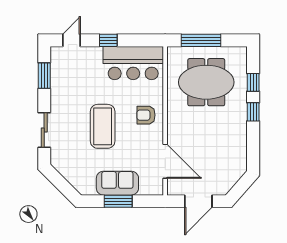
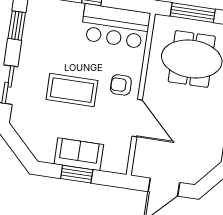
coffee table: (103, 126) -> (72, 90), turned 90
door: (165, 161) -> (137, 118), moved

